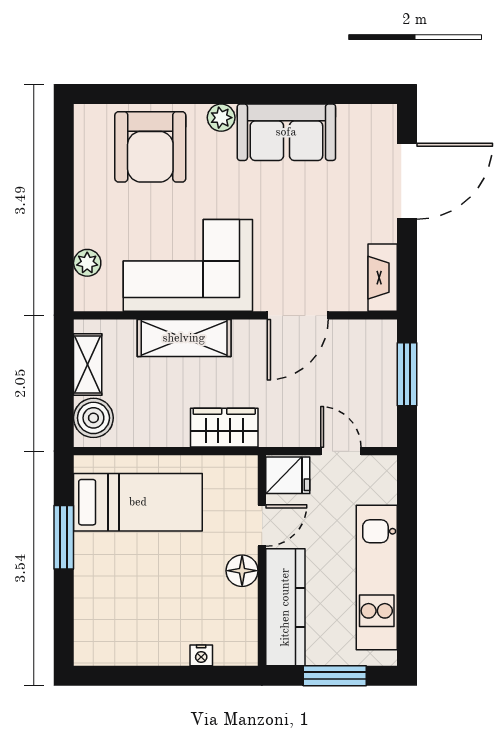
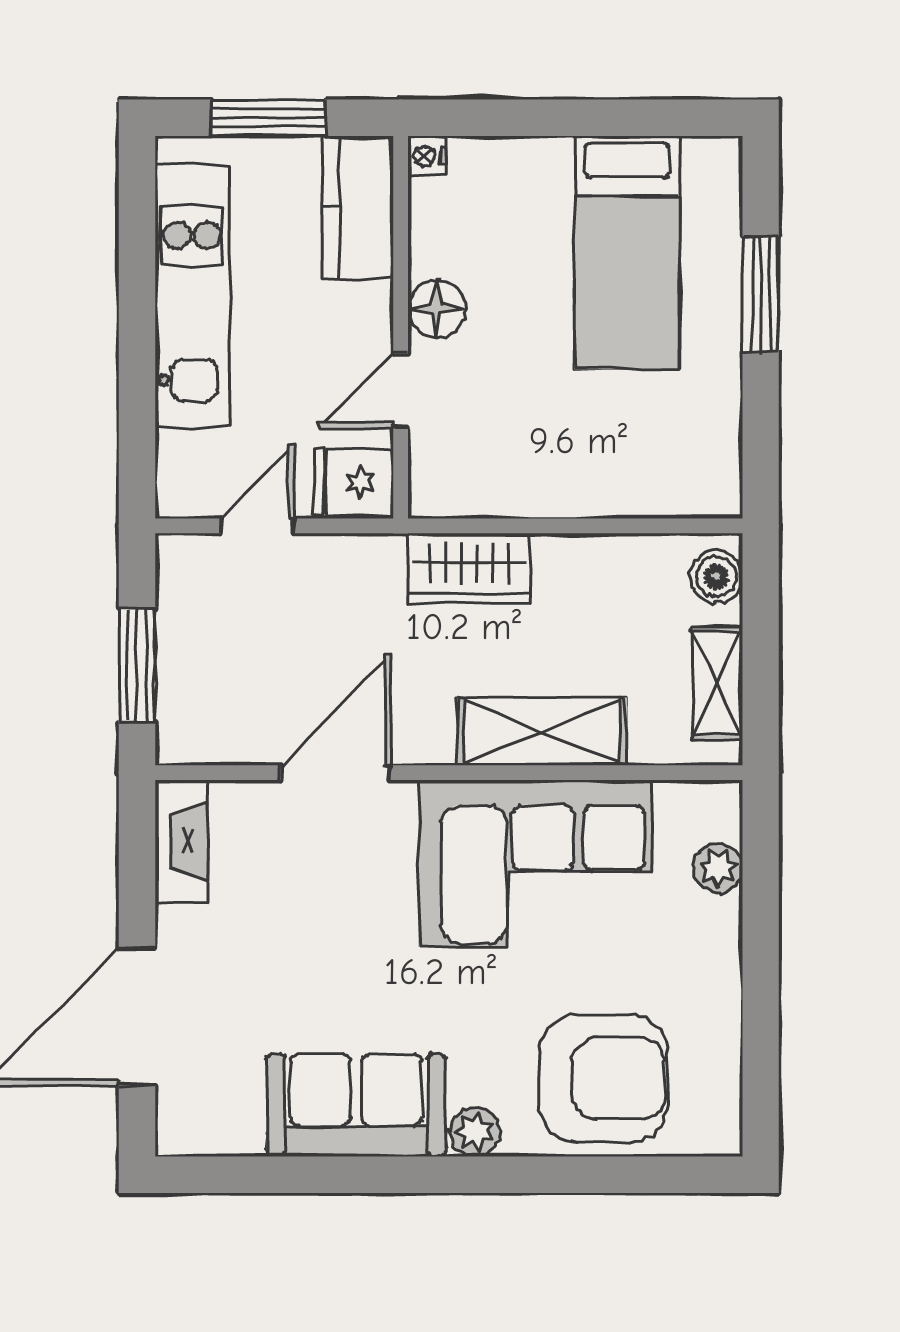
armchair: (150, 147) -> (603, 1079), turned 90
boiler: (93, 418) -> (716, 577), width x0.73, depth x0.73
door: (341, 451) -> (257, 526), swing flipped
bed: (138, 502) -> (627, 252), moved, turned -90
window: (64, 537) -> (761, 294), moved
kitchen counter: (285, 607) -> (358, 207), width x0.67
nightstand: (201, 655) -> (427, 156), moved, turned -90

